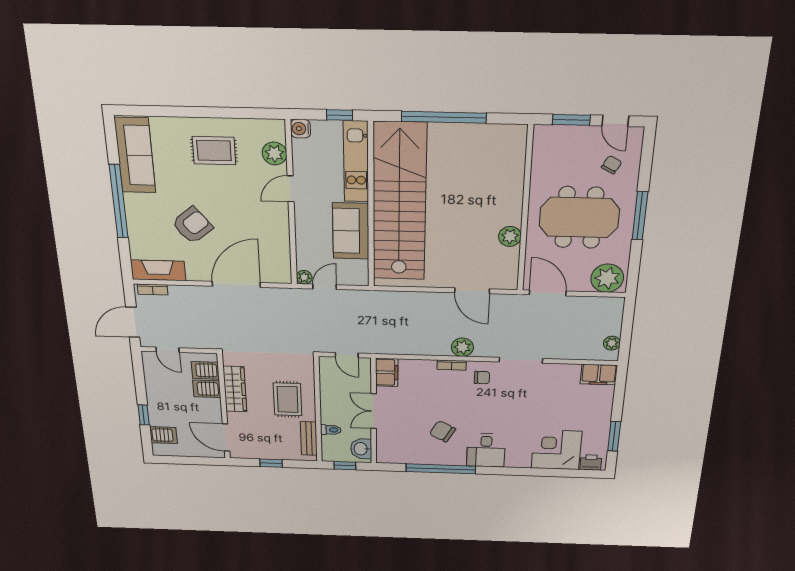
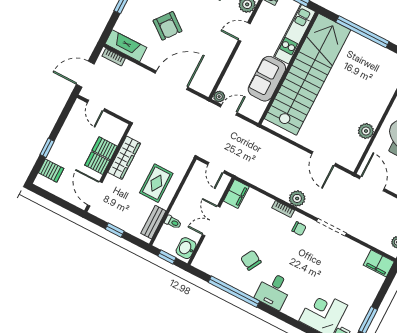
armchair: (192, 225) -> (168, 26), turned 77
server rack: (205, 370) -> (97, 163), moved

